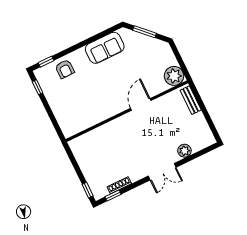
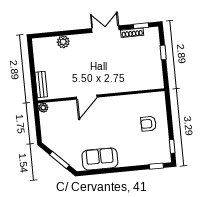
armchair: (65, 69) -> (148, 124), moved, turned -90
plant: (174, 76) -> (43, 108), width x0.53, depth x0.53
double door: (162, 172) -> (105, 29), moved
window: (88, 190) -> (163, 52), moved

